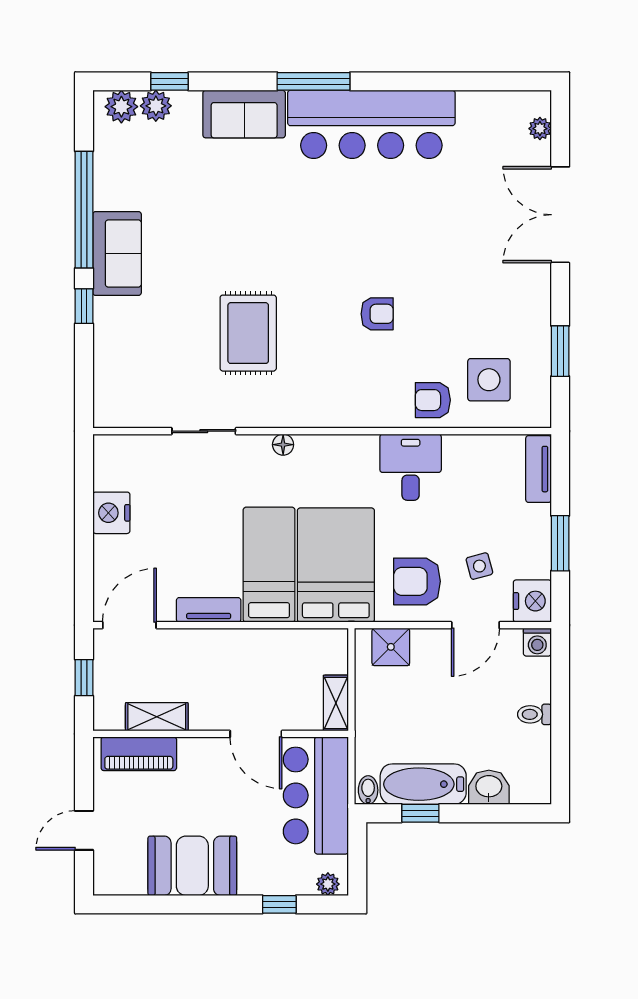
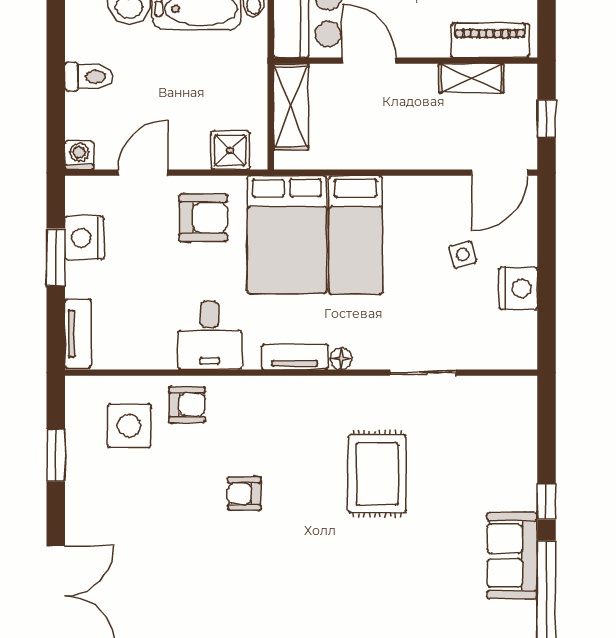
side table: (479, 566) -> (463, 254), moved
nightstand: (532, 601) -> (84, 238), moved
tv unit: (209, 610) -> (295, 357), moved, turned 180
shelving: (336, 703) -> (291, 107), width x1.50, depth x1.33
toilet: (534, 714) -> (89, 77), width x1.37, depth x1.39

